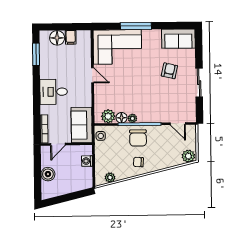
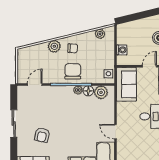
door: (178, 124) -> (35, 85), hinge flipped
plant: (188, 156) -> (54, 46), moved

